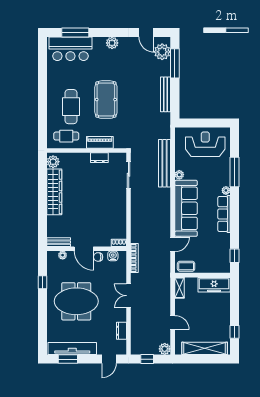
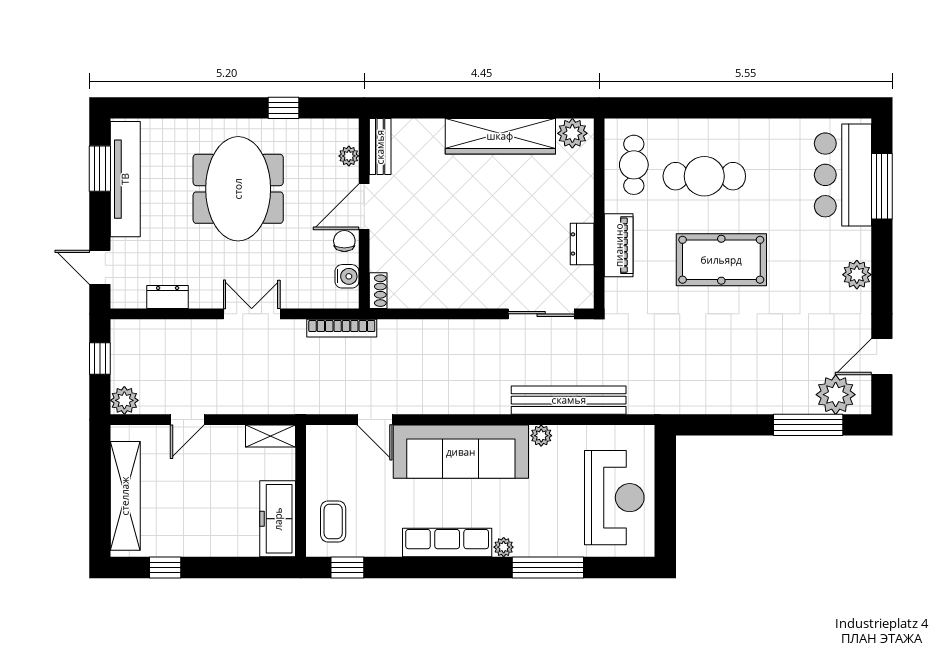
bench: (166, 94) -> (733, 403), removed
coffee table: (186, 266) -> (333, 521), moved

